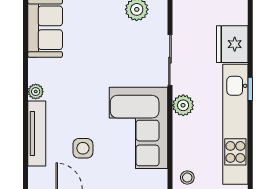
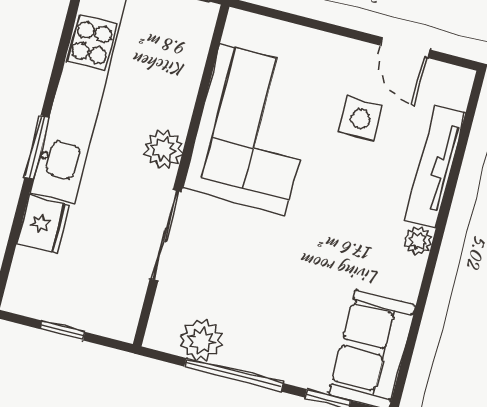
fridge: (232, 44) -> (43, 224), width x0.73, depth x0.75
window: (250, 89) -> (37, 147), width x1.50
stool: (187, 178) -> (189, 19), removed

